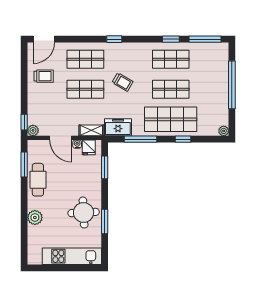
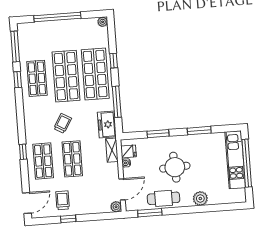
door: (44, 39) -> (27, 203), hinge flipped
window: (114, 39) -> (23, 152), moved
shop shelf: (171, 89) -> (66, 76), width x1.43, depth x1.36
window: (24, 122) -> (68, 219), moved
door: (61, 138) -> (122, 189), moved
window: (105, 167) -> (158, 134), moved
round table: (84, 213) -> (175, 167), moved
window: (68, 268) -> (247, 163), added

